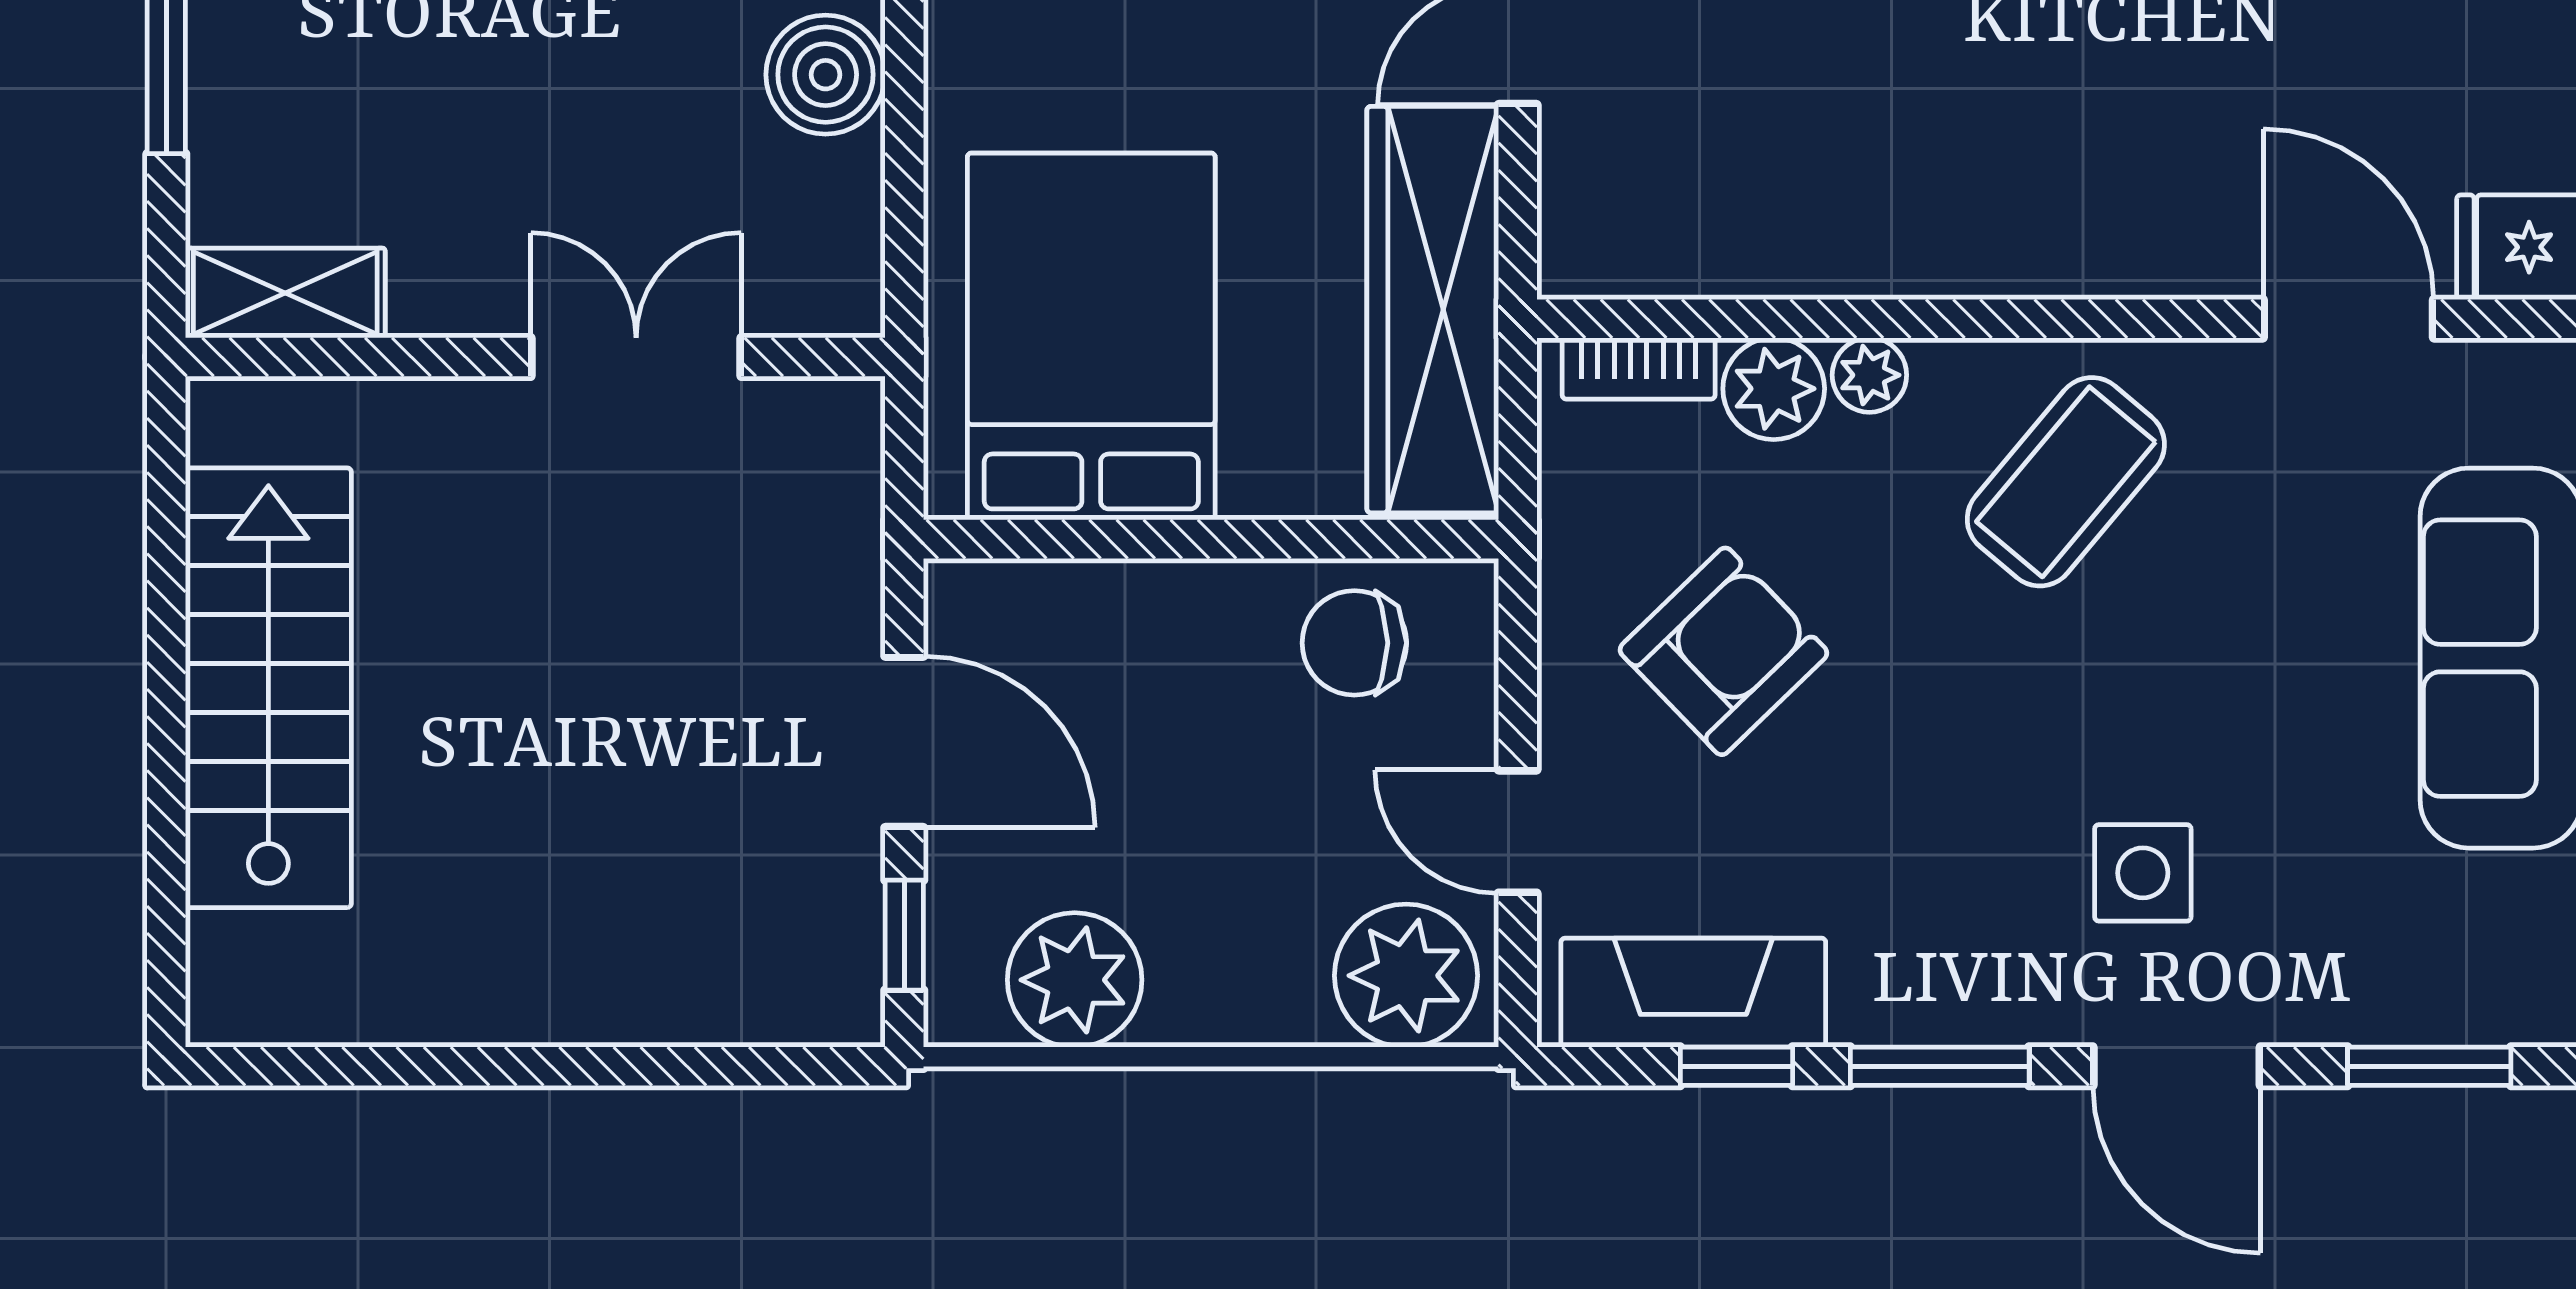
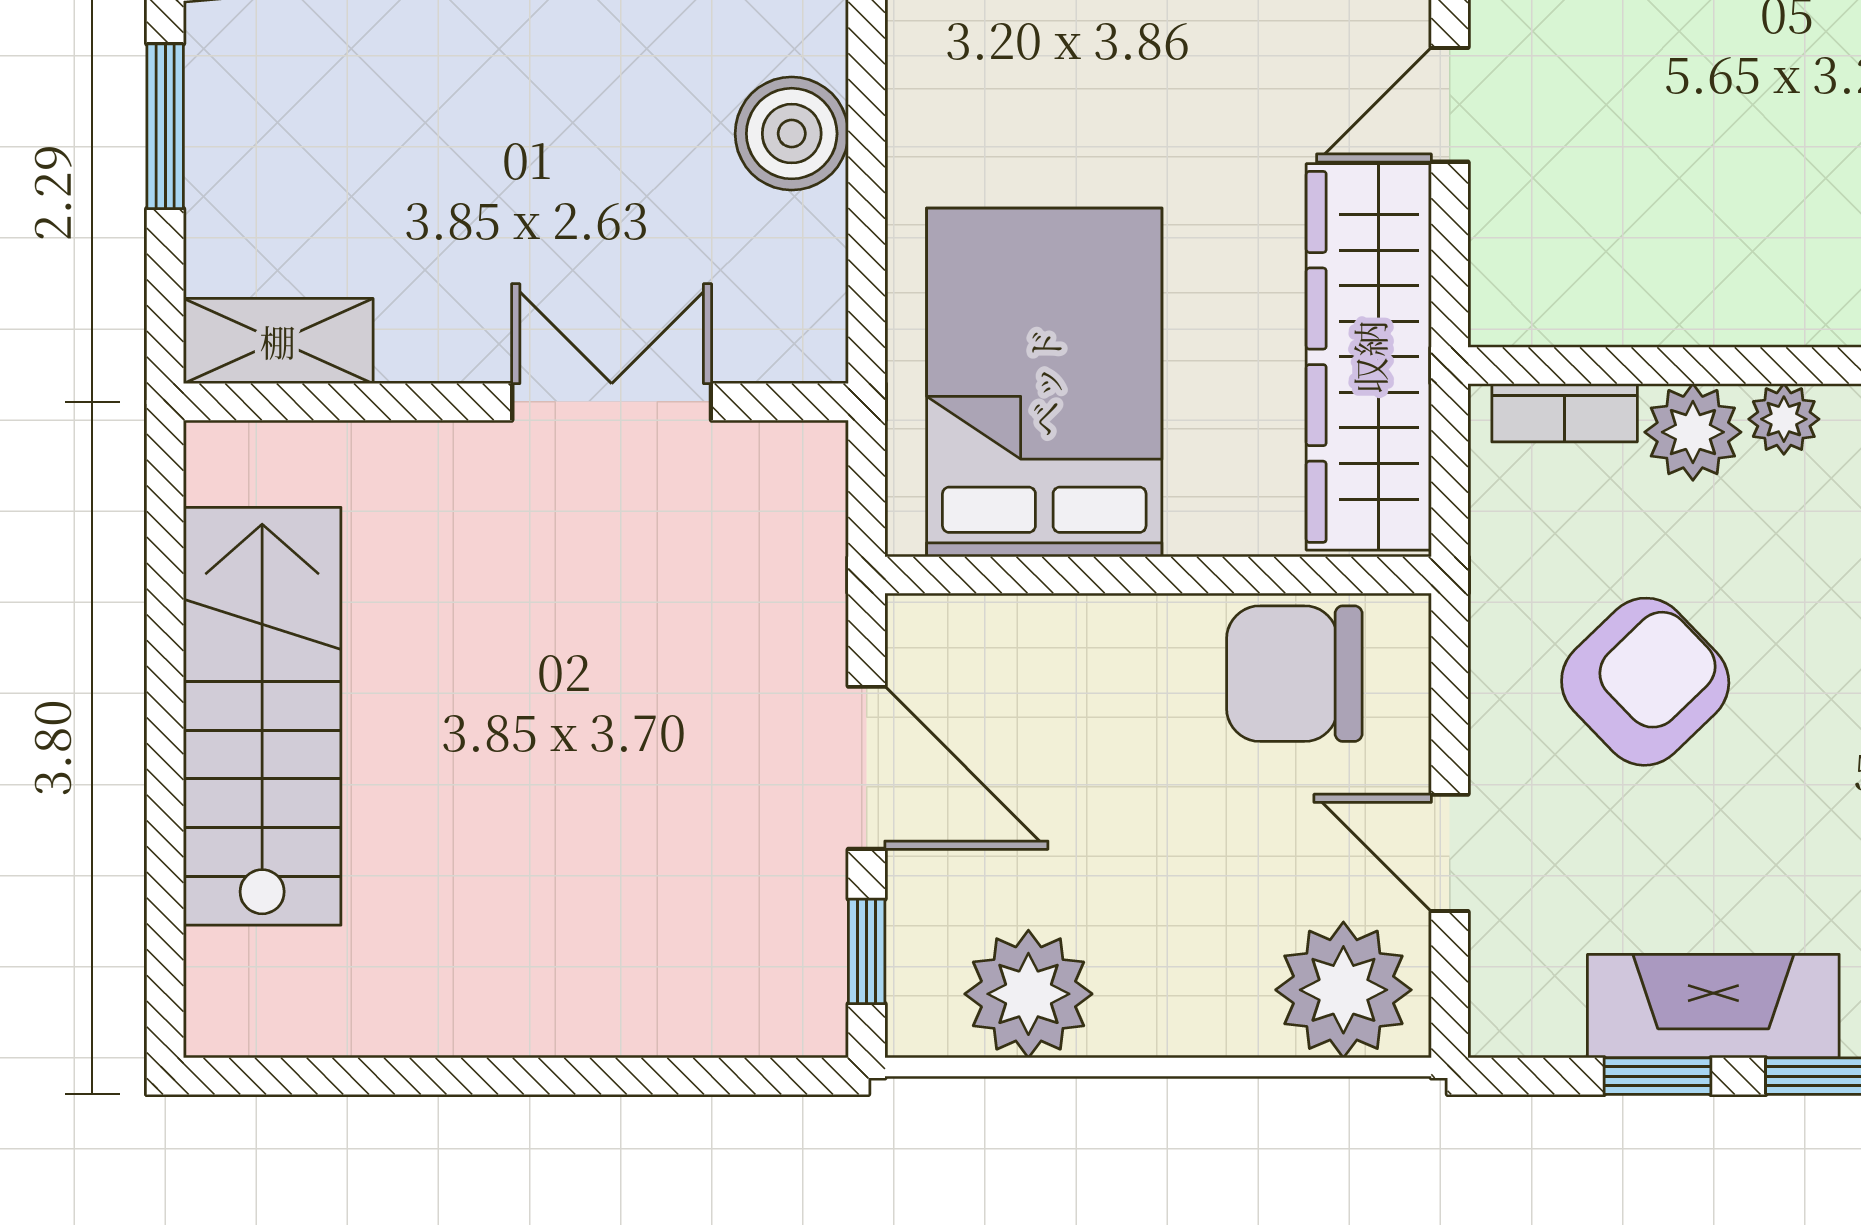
chair: (1354, 643) -> (1294, 674), width x1.37, depth x1.37
fireplace: (1693, 993) -> (1713, 1006), moved

